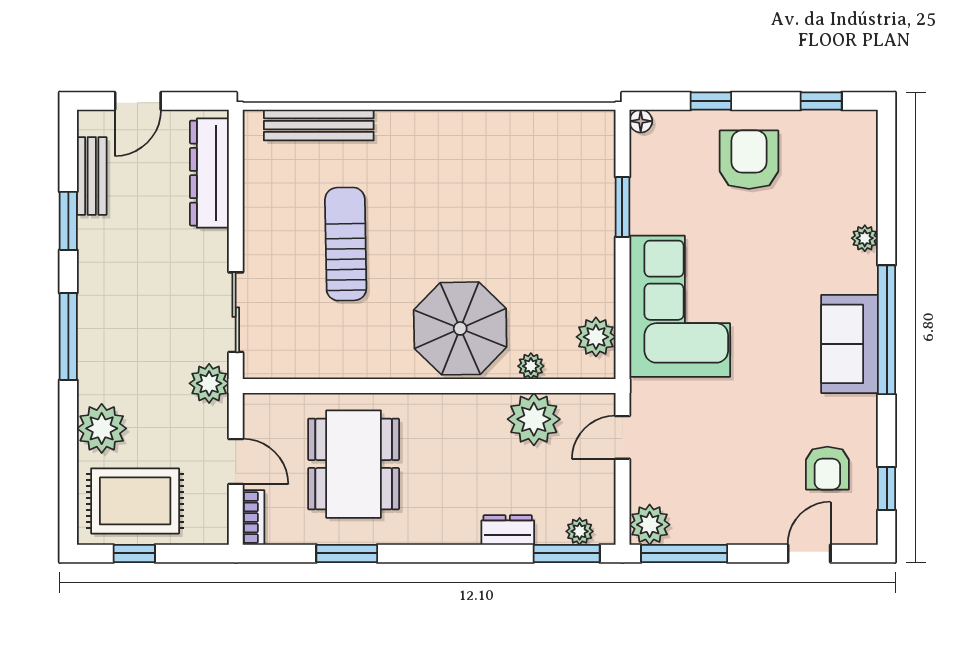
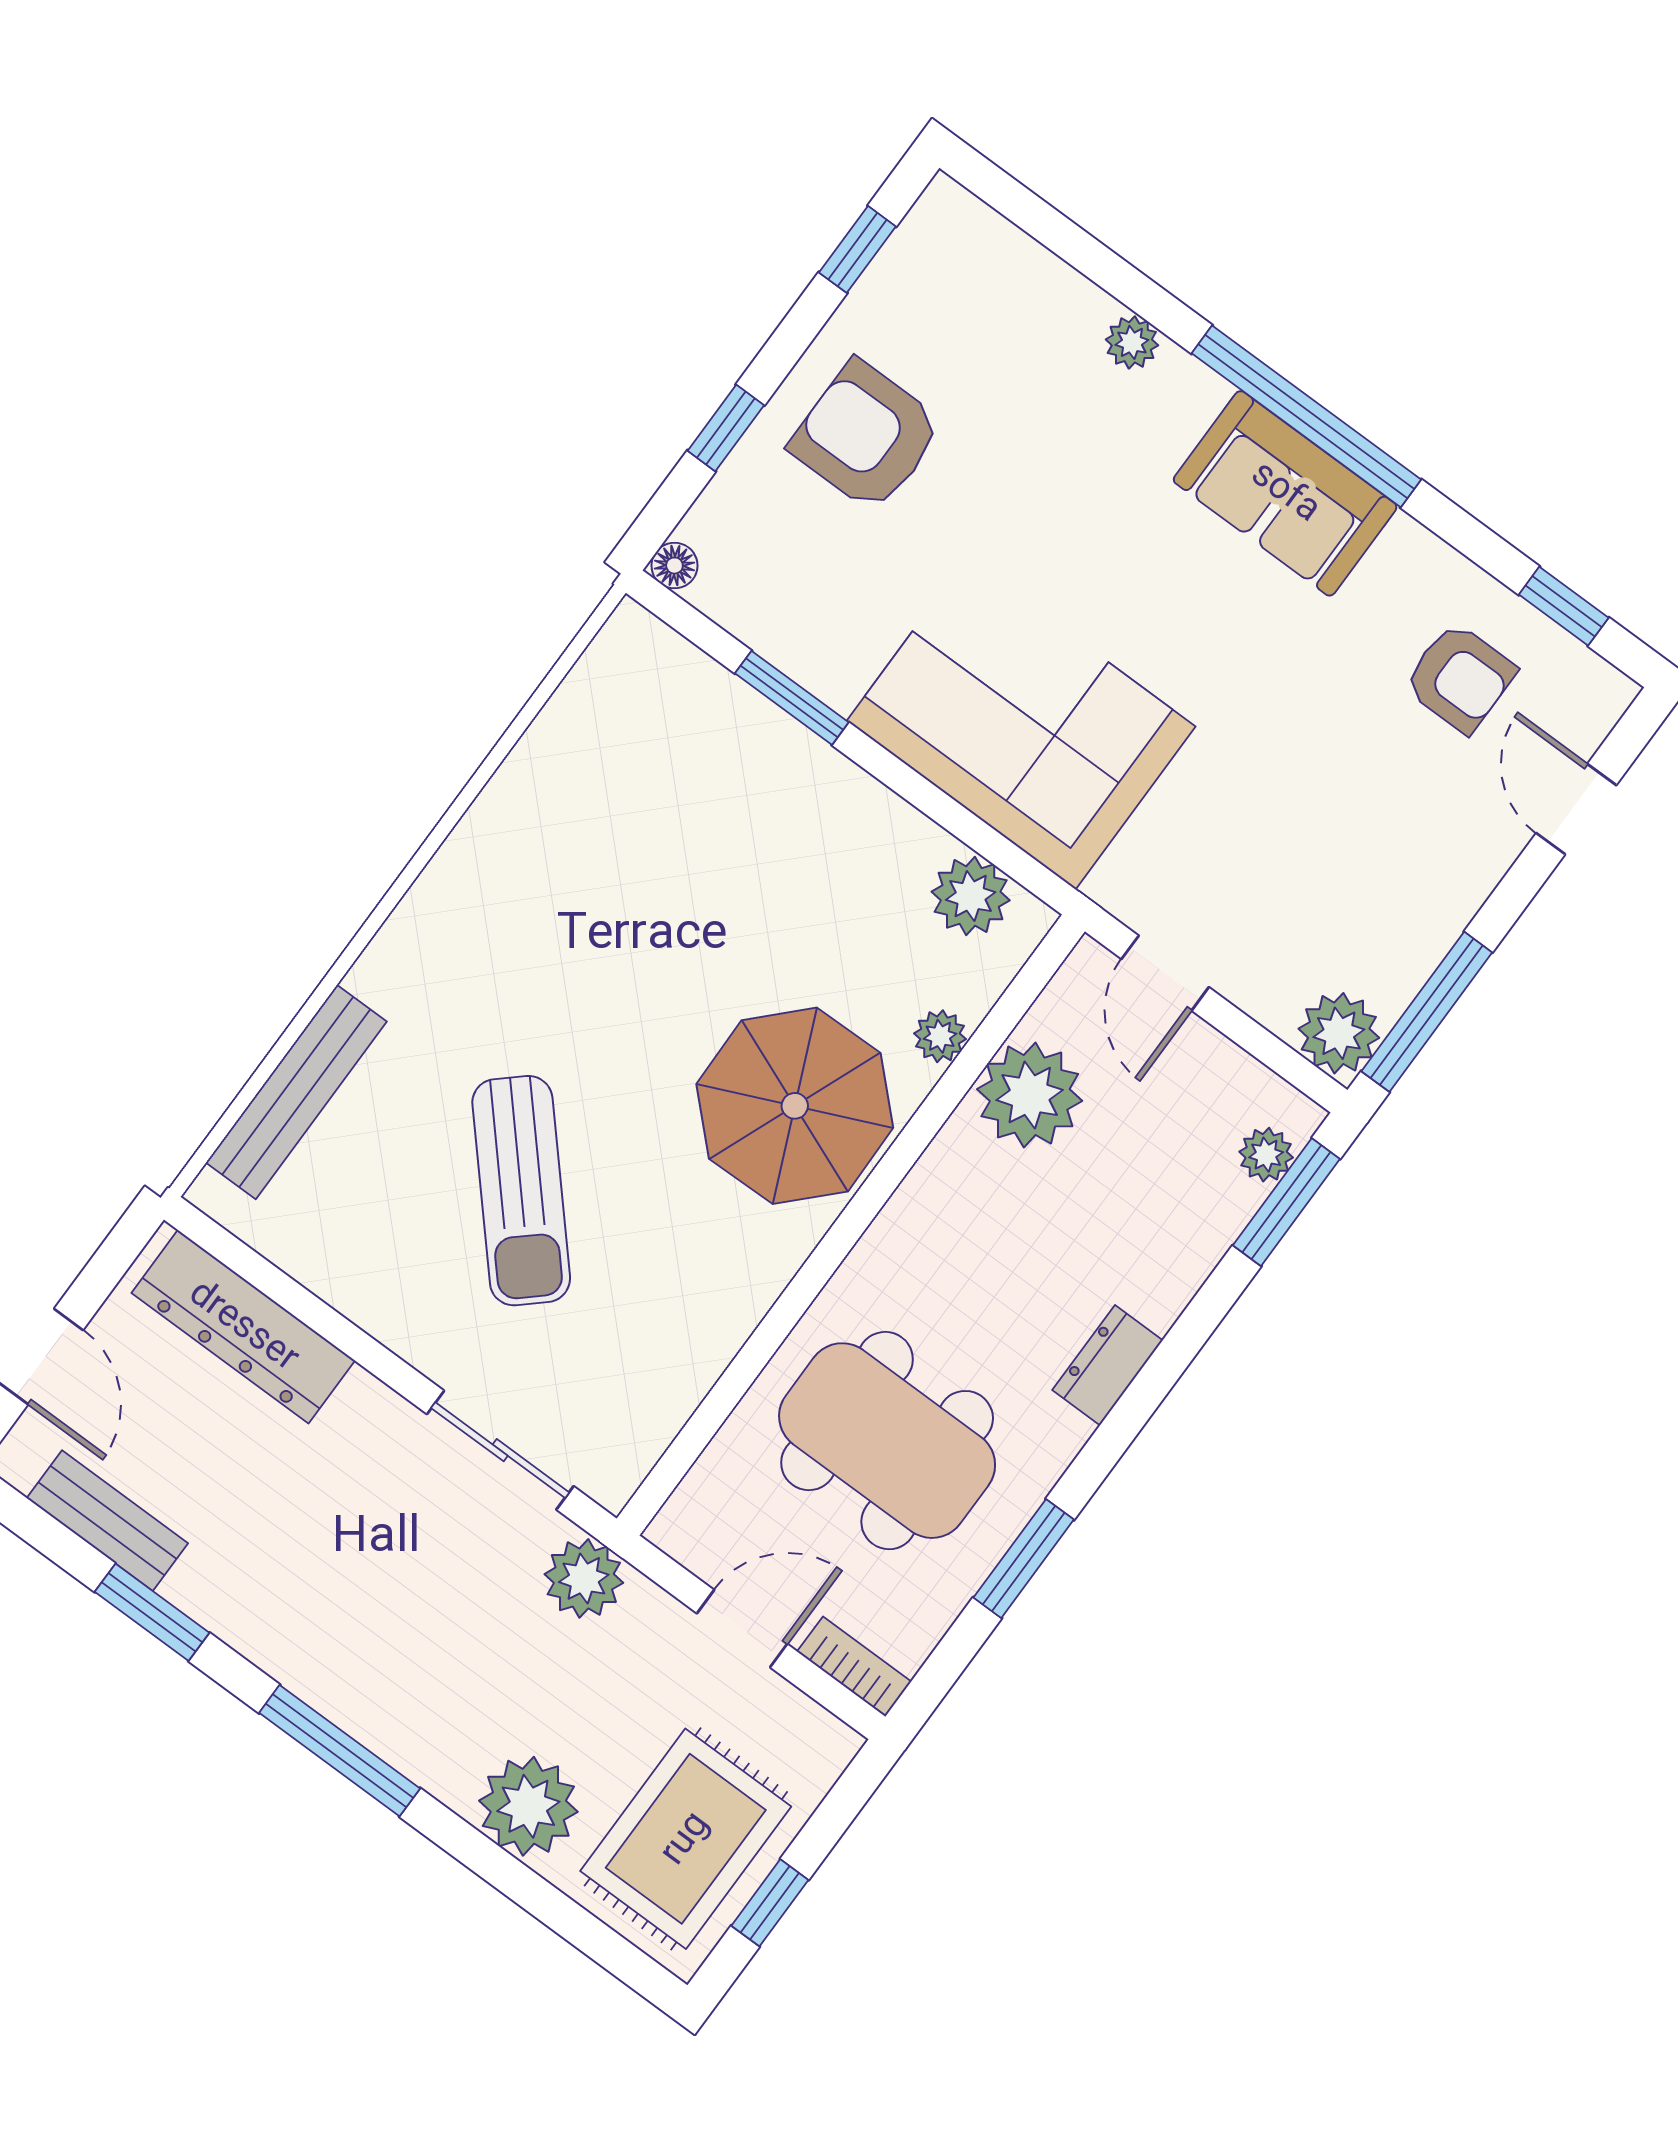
sun lounger: (346, 244) -> (521, 1191), turned -131
dresser: (508, 530) -> (1108, 1365), moved

